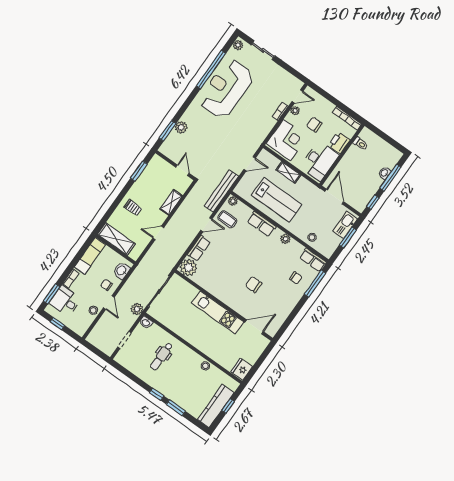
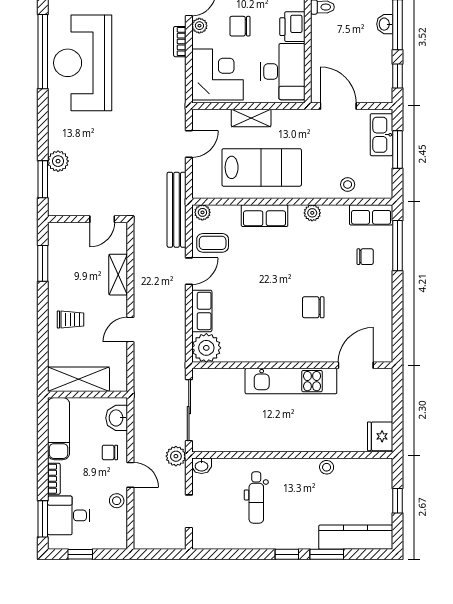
door: (182, 170) -> (102, 219), swing flipped
kitchen counter: (216, 406) -> (356, 537), moved, turned 90

